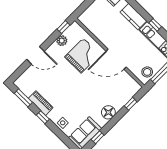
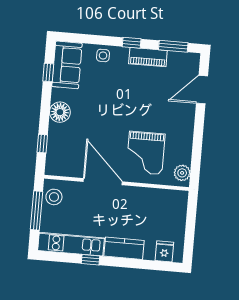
window: (63, 27) -> (195, 168), removed
plant: (62, 41) -> (182, 173), moved
door: (35, 55) -> (202, 90), moved
door: (116, 59) -> (103, 182), hinge flipped

